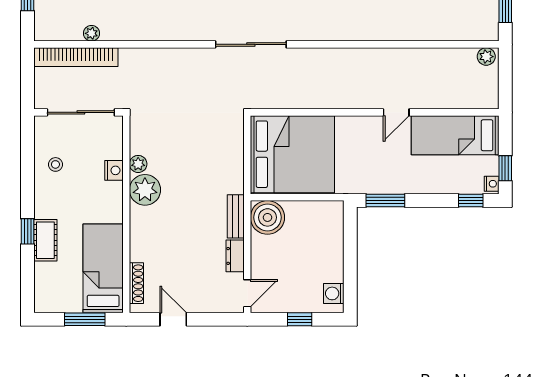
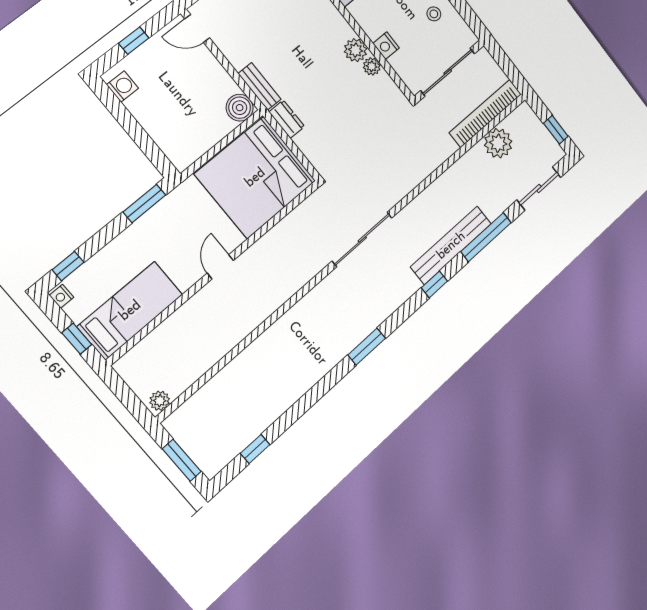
plant: (91, 33) -> (498, 143), width x1.88, depth x1.88
door: (396, 112) -> (220, 267), moved
window: (505, 168) -> (77, 339), moved
plant: (145, 190) -> (356, 50), width x0.73, depth x0.73
boiler: (267, 217) -> (240, 108), width x0.73, depth x0.73
dresser: (235, 256) -> (287, 119), moved
door: (247, 293) -> (197, 28), hinge flipped

